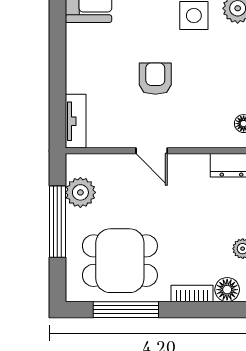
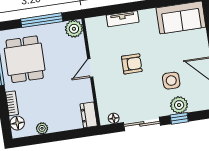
tv unit: (76, 121) -> (123, 19), moved
plant: (80, 192) -> (74, 29), moved

